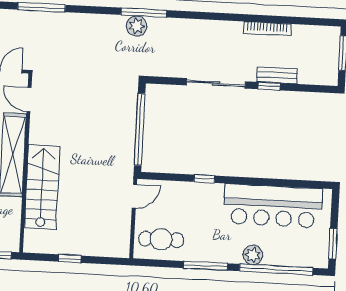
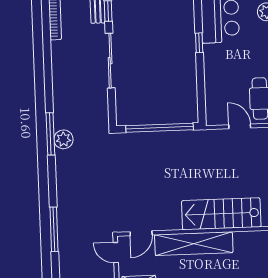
window: (204, 179) -> (199, 43), moved
door: (134, 196) -> (240, 126), moved

